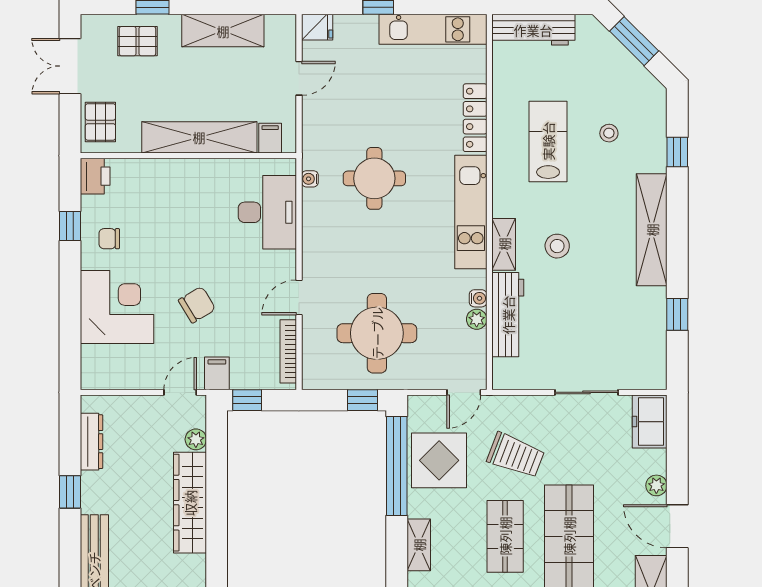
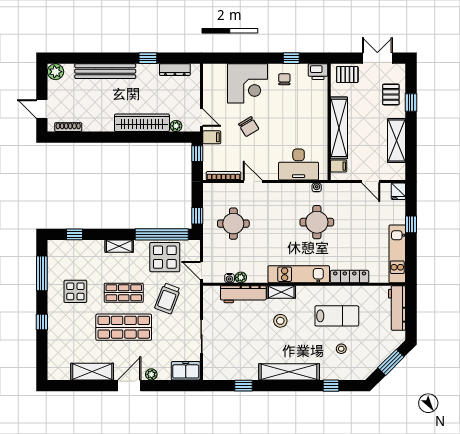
water cooler: (478, 298) -> (230, 278), moved
round table: (377, 333) -> (233, 224), width x0.73, depth x0.73

